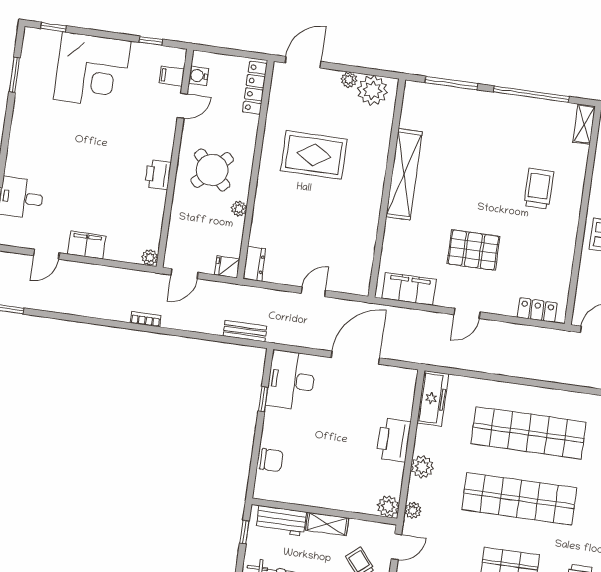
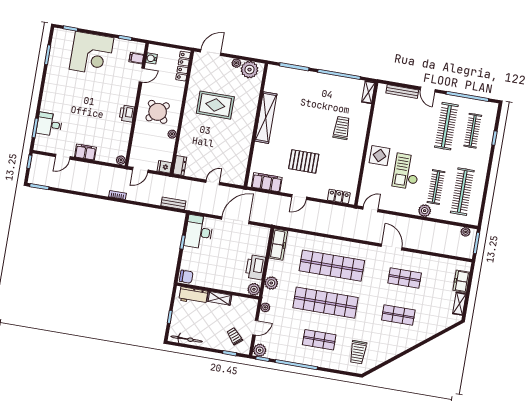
plant: (388, 506) -> (254, 289), moved
wall: (324, 511) -> (218, 291), moved
workbench: (281, 521) -> (193, 296), moved
shelving: (327, 524) -> (219, 298), moved

